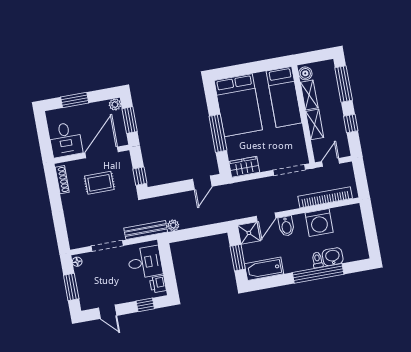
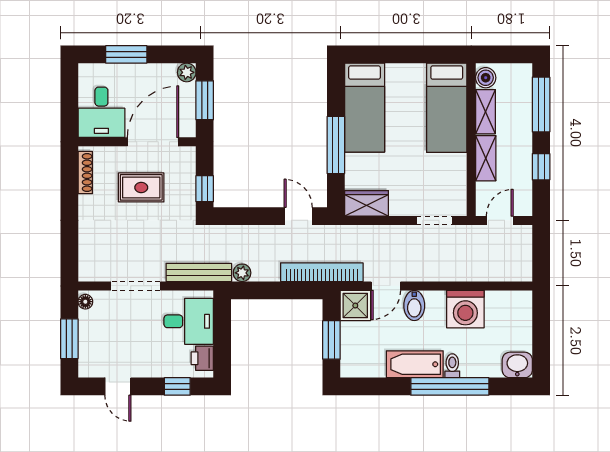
bed: (238, 105) -> (365, 108), width x0.67
doorway: (289, 170) -> (434, 220), width x0.73
door: (202, 183) -> (298, 216), swing flipped
bookcase: (325, 197) -> (322, 272), moved
washbasin: (333, 257) -> (517, 365), moved
bathtub: (264, 269) -> (415, 364), moved

